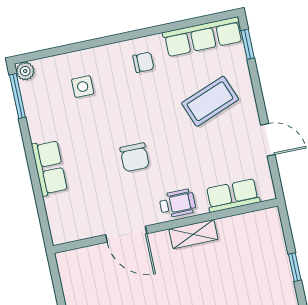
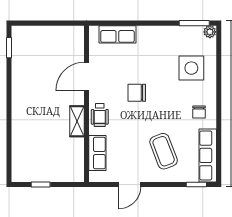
side table: (83, 87) -> (191, 68), width x1.87, depth x1.87
row of seats: (49, 168) -> (117, 34), moved

